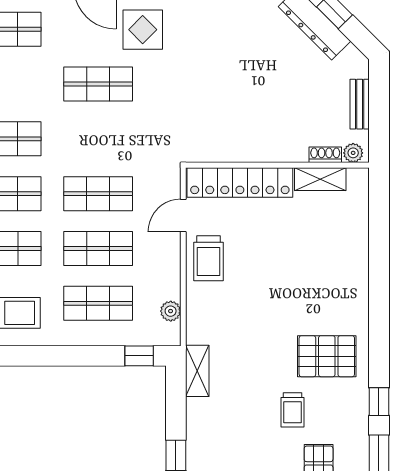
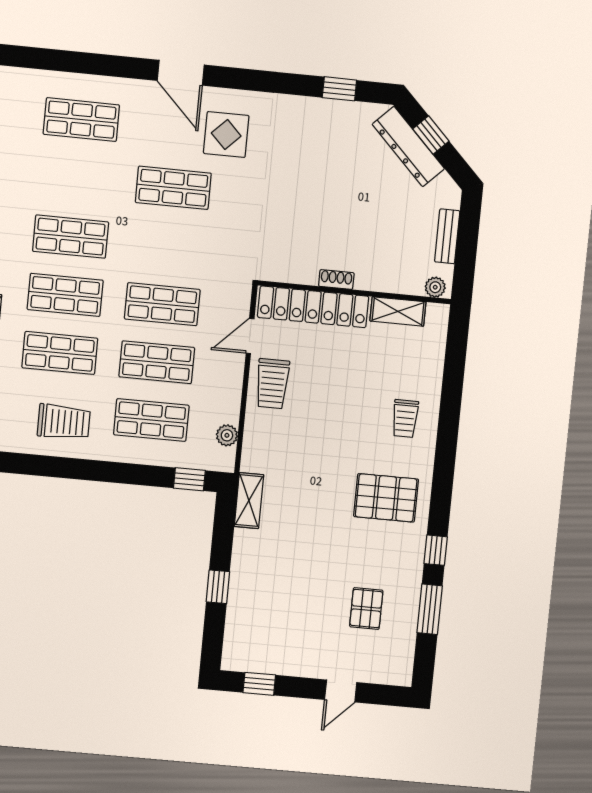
shoe rack: (325, 155) -> (336, 280), moved
trolley: (292, 410) -> (405, 419), moved

